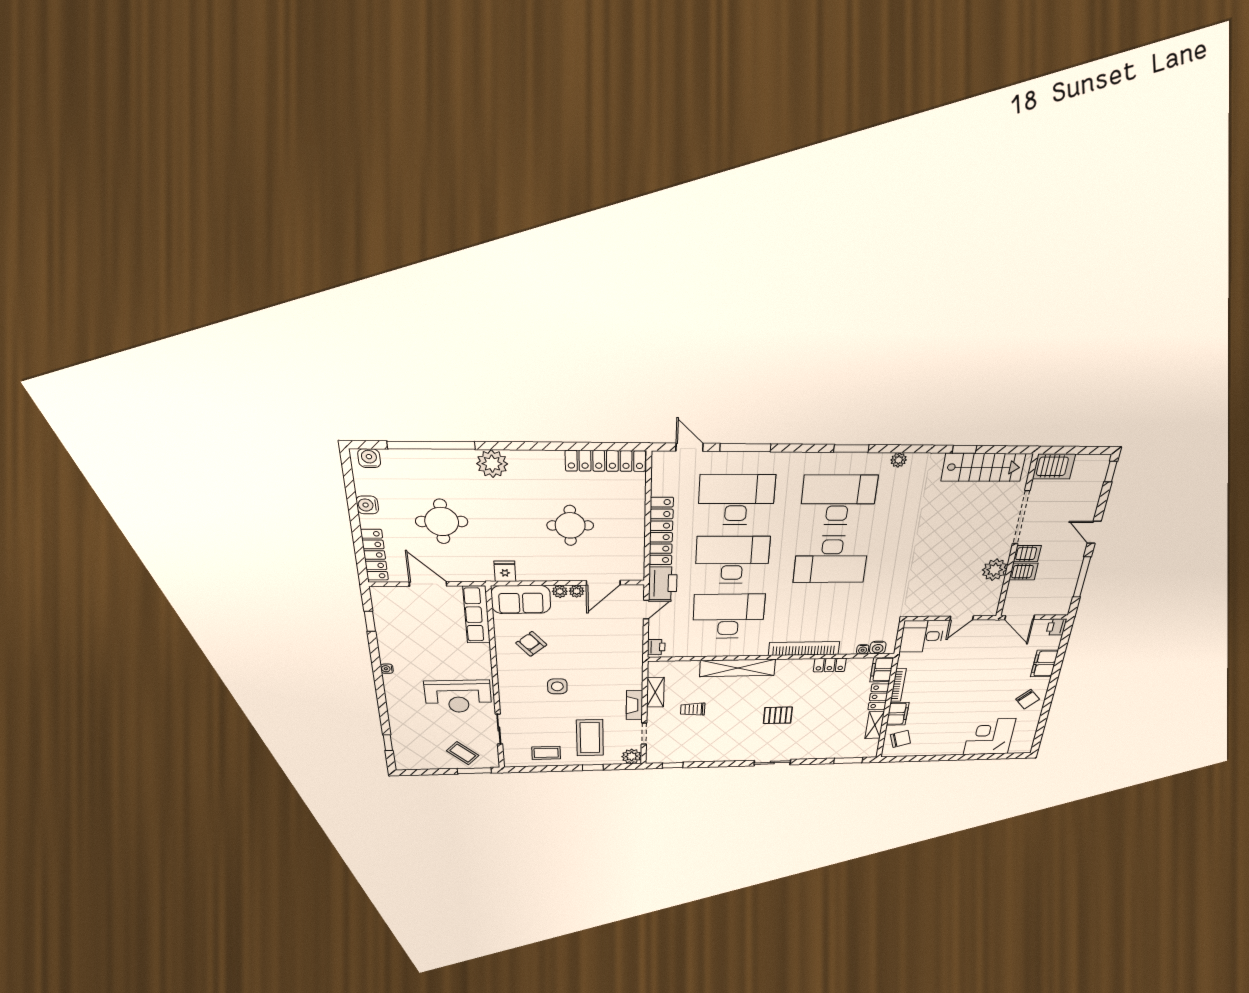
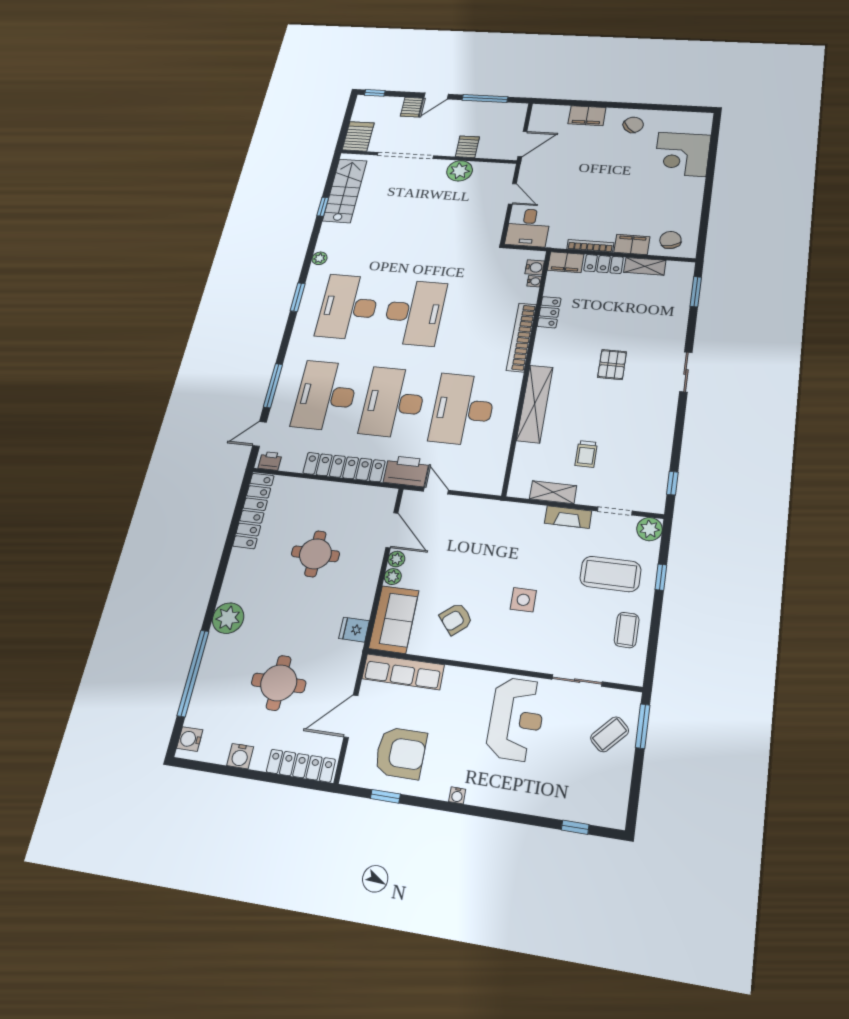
server rack: (1027, 554) -> (412, 107), moved, turned 180
armchair: (408, 625) -> (401, 753), added
printer: (1056, 627) -> (541, 111), removed
printer: (656, 647) -> (270, 461), moved

